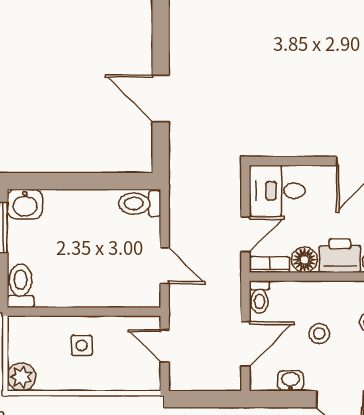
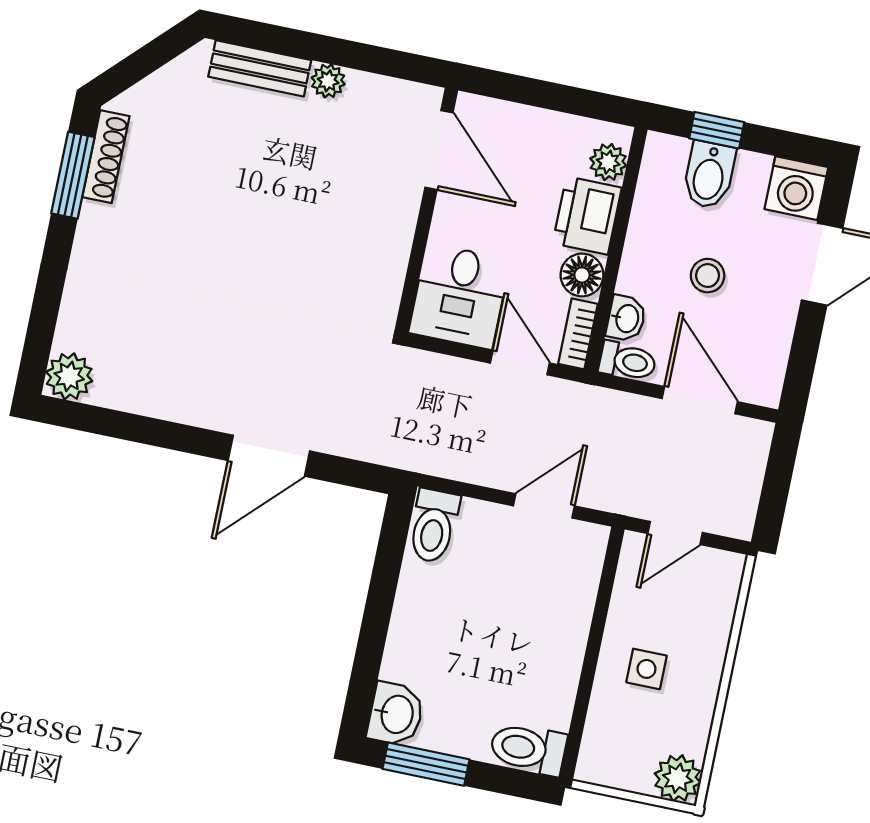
washbasin: (291, 381) -> (626, 318), moved, turned 180

